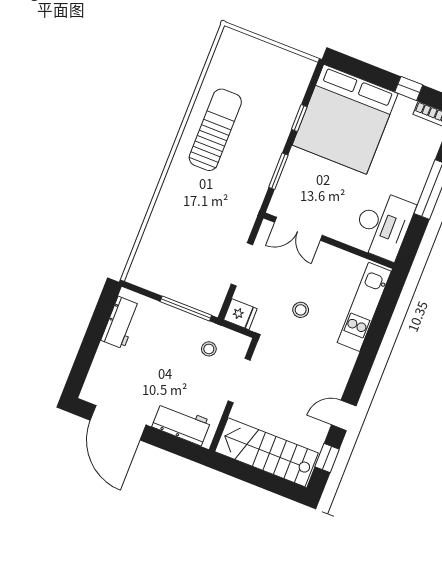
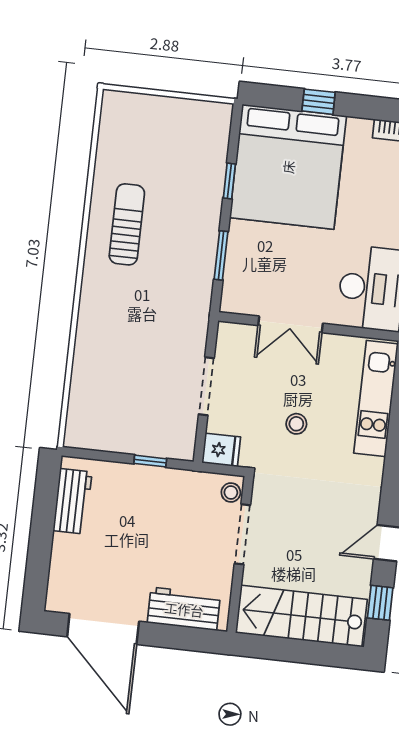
window: (409, 88) -> (319, 102), moved
sun lounger: (215, 130) -> (127, 224), width x0.73, depth x0.75
double door: (298, 229) -> (290, 324), moved
window: (186, 308) -> (150, 461), width x0.46
stool: (209, 349) -> (231, 492), moved

